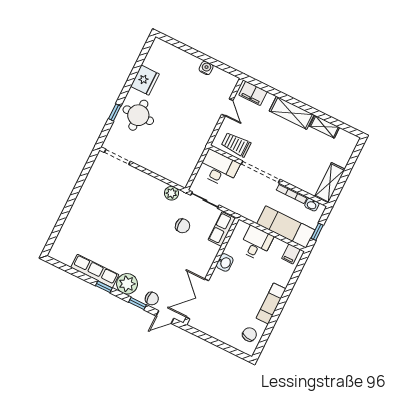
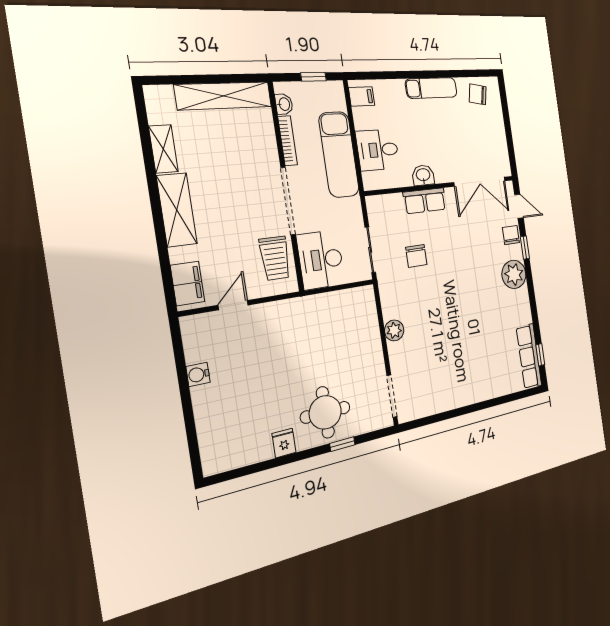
fridge: (145, 80) -> (284, 443), width x0.53, depth x0.75
shelving: (330, 183) -> (224, 96), width x1.47
plant: (171, 193) -> (394, 330), moved
chair: (183, 226) -> (416, 256), turned 180
exam couch: (286, 227) -> (339, 154), moved
row of seats: (222, 229) -> (425, 201), moved
row of seats: (95, 271) -> (529, 356), moved
window: (104, 287) -> (540, 355), moved

